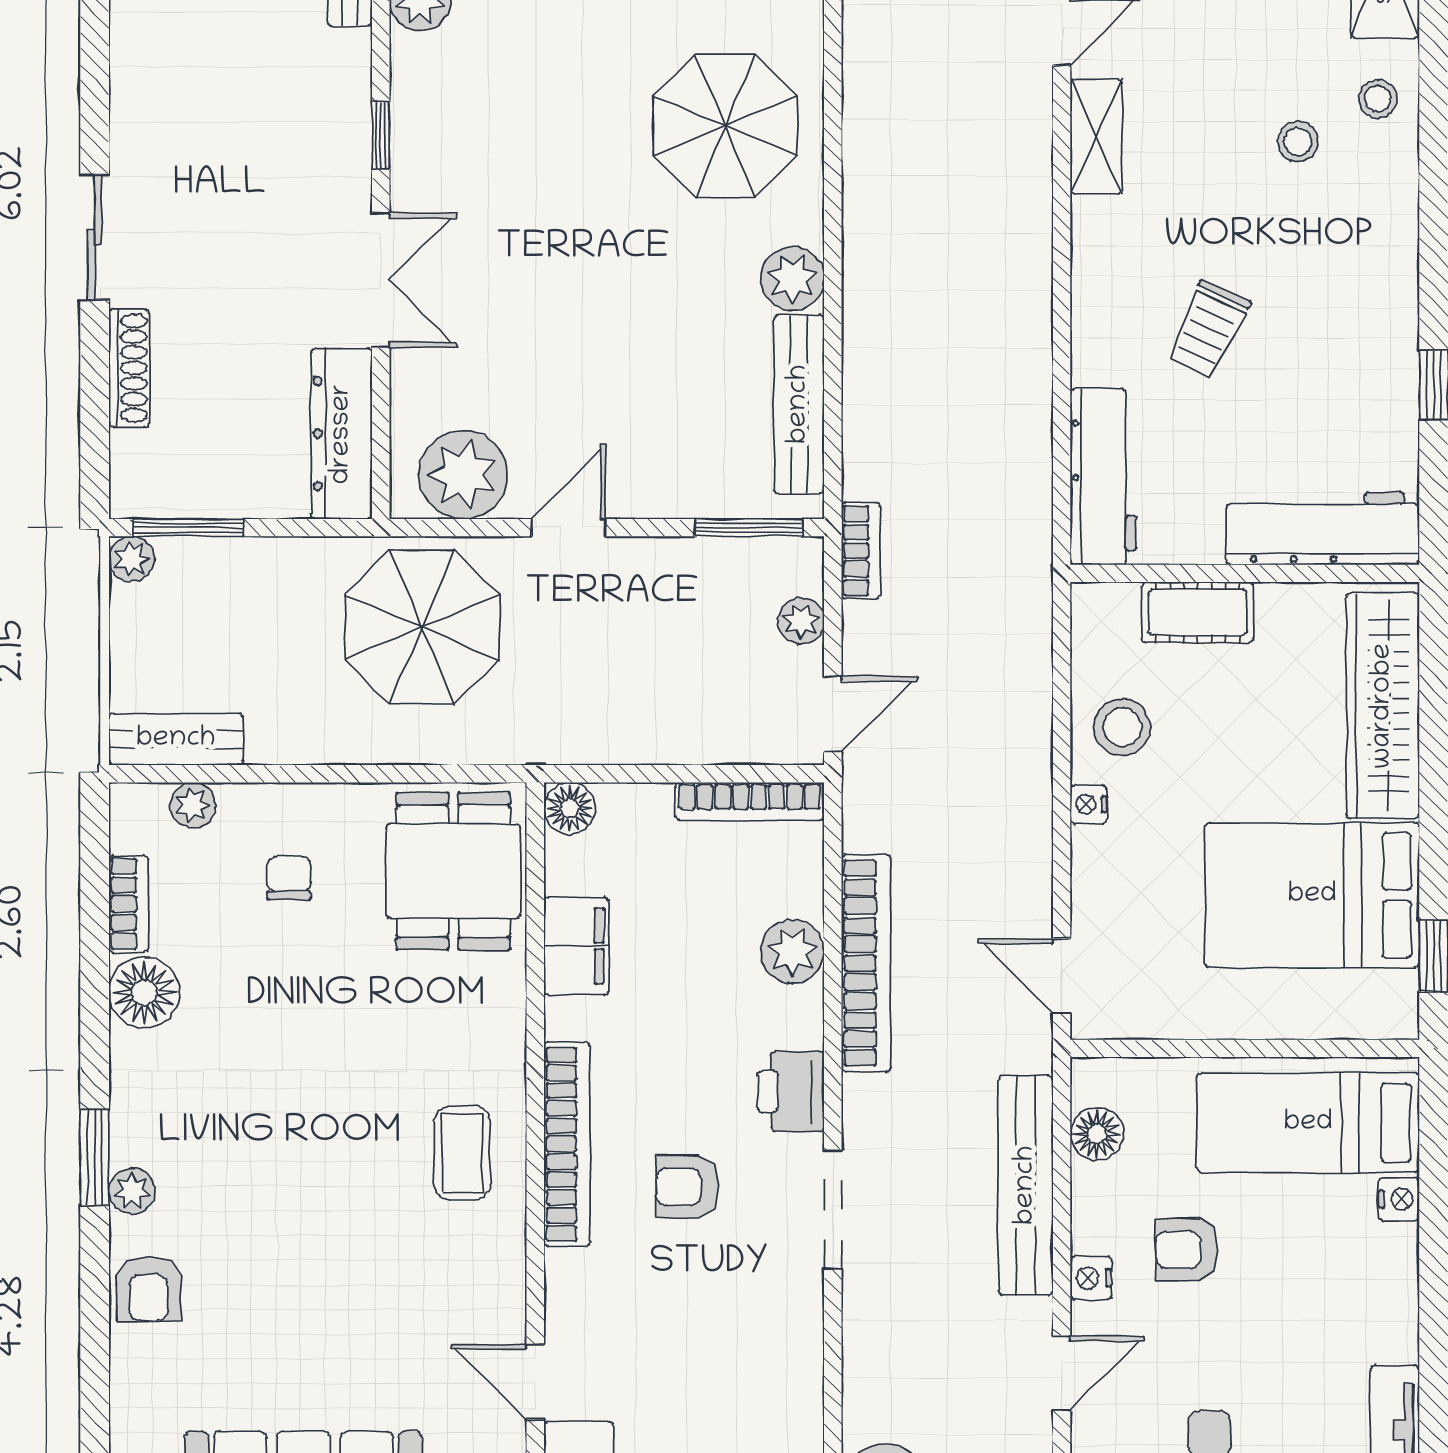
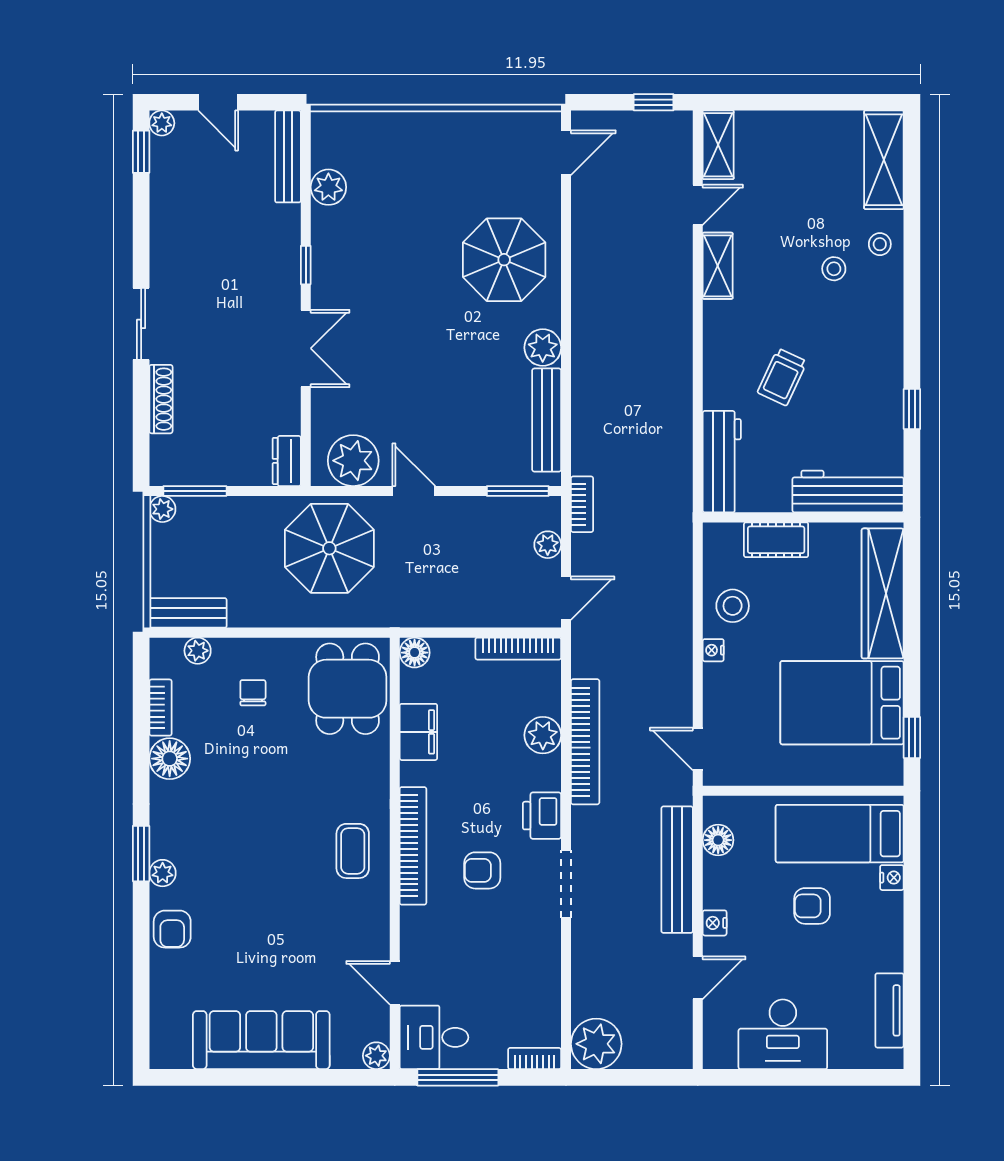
dresser: (342, 434) -> (287, 461), width x0.51, depth x0.80
door: (569, 528) -> (414, 491), hinge flipped
armchair: (1187, 1250) -> (812, 906), moved

